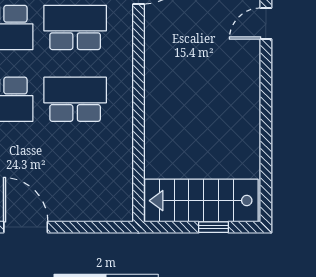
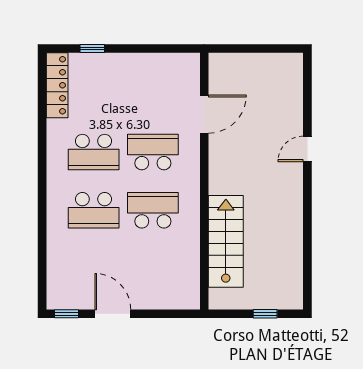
stairs: (201, 201) -> (226, 241), moved, turned 90

